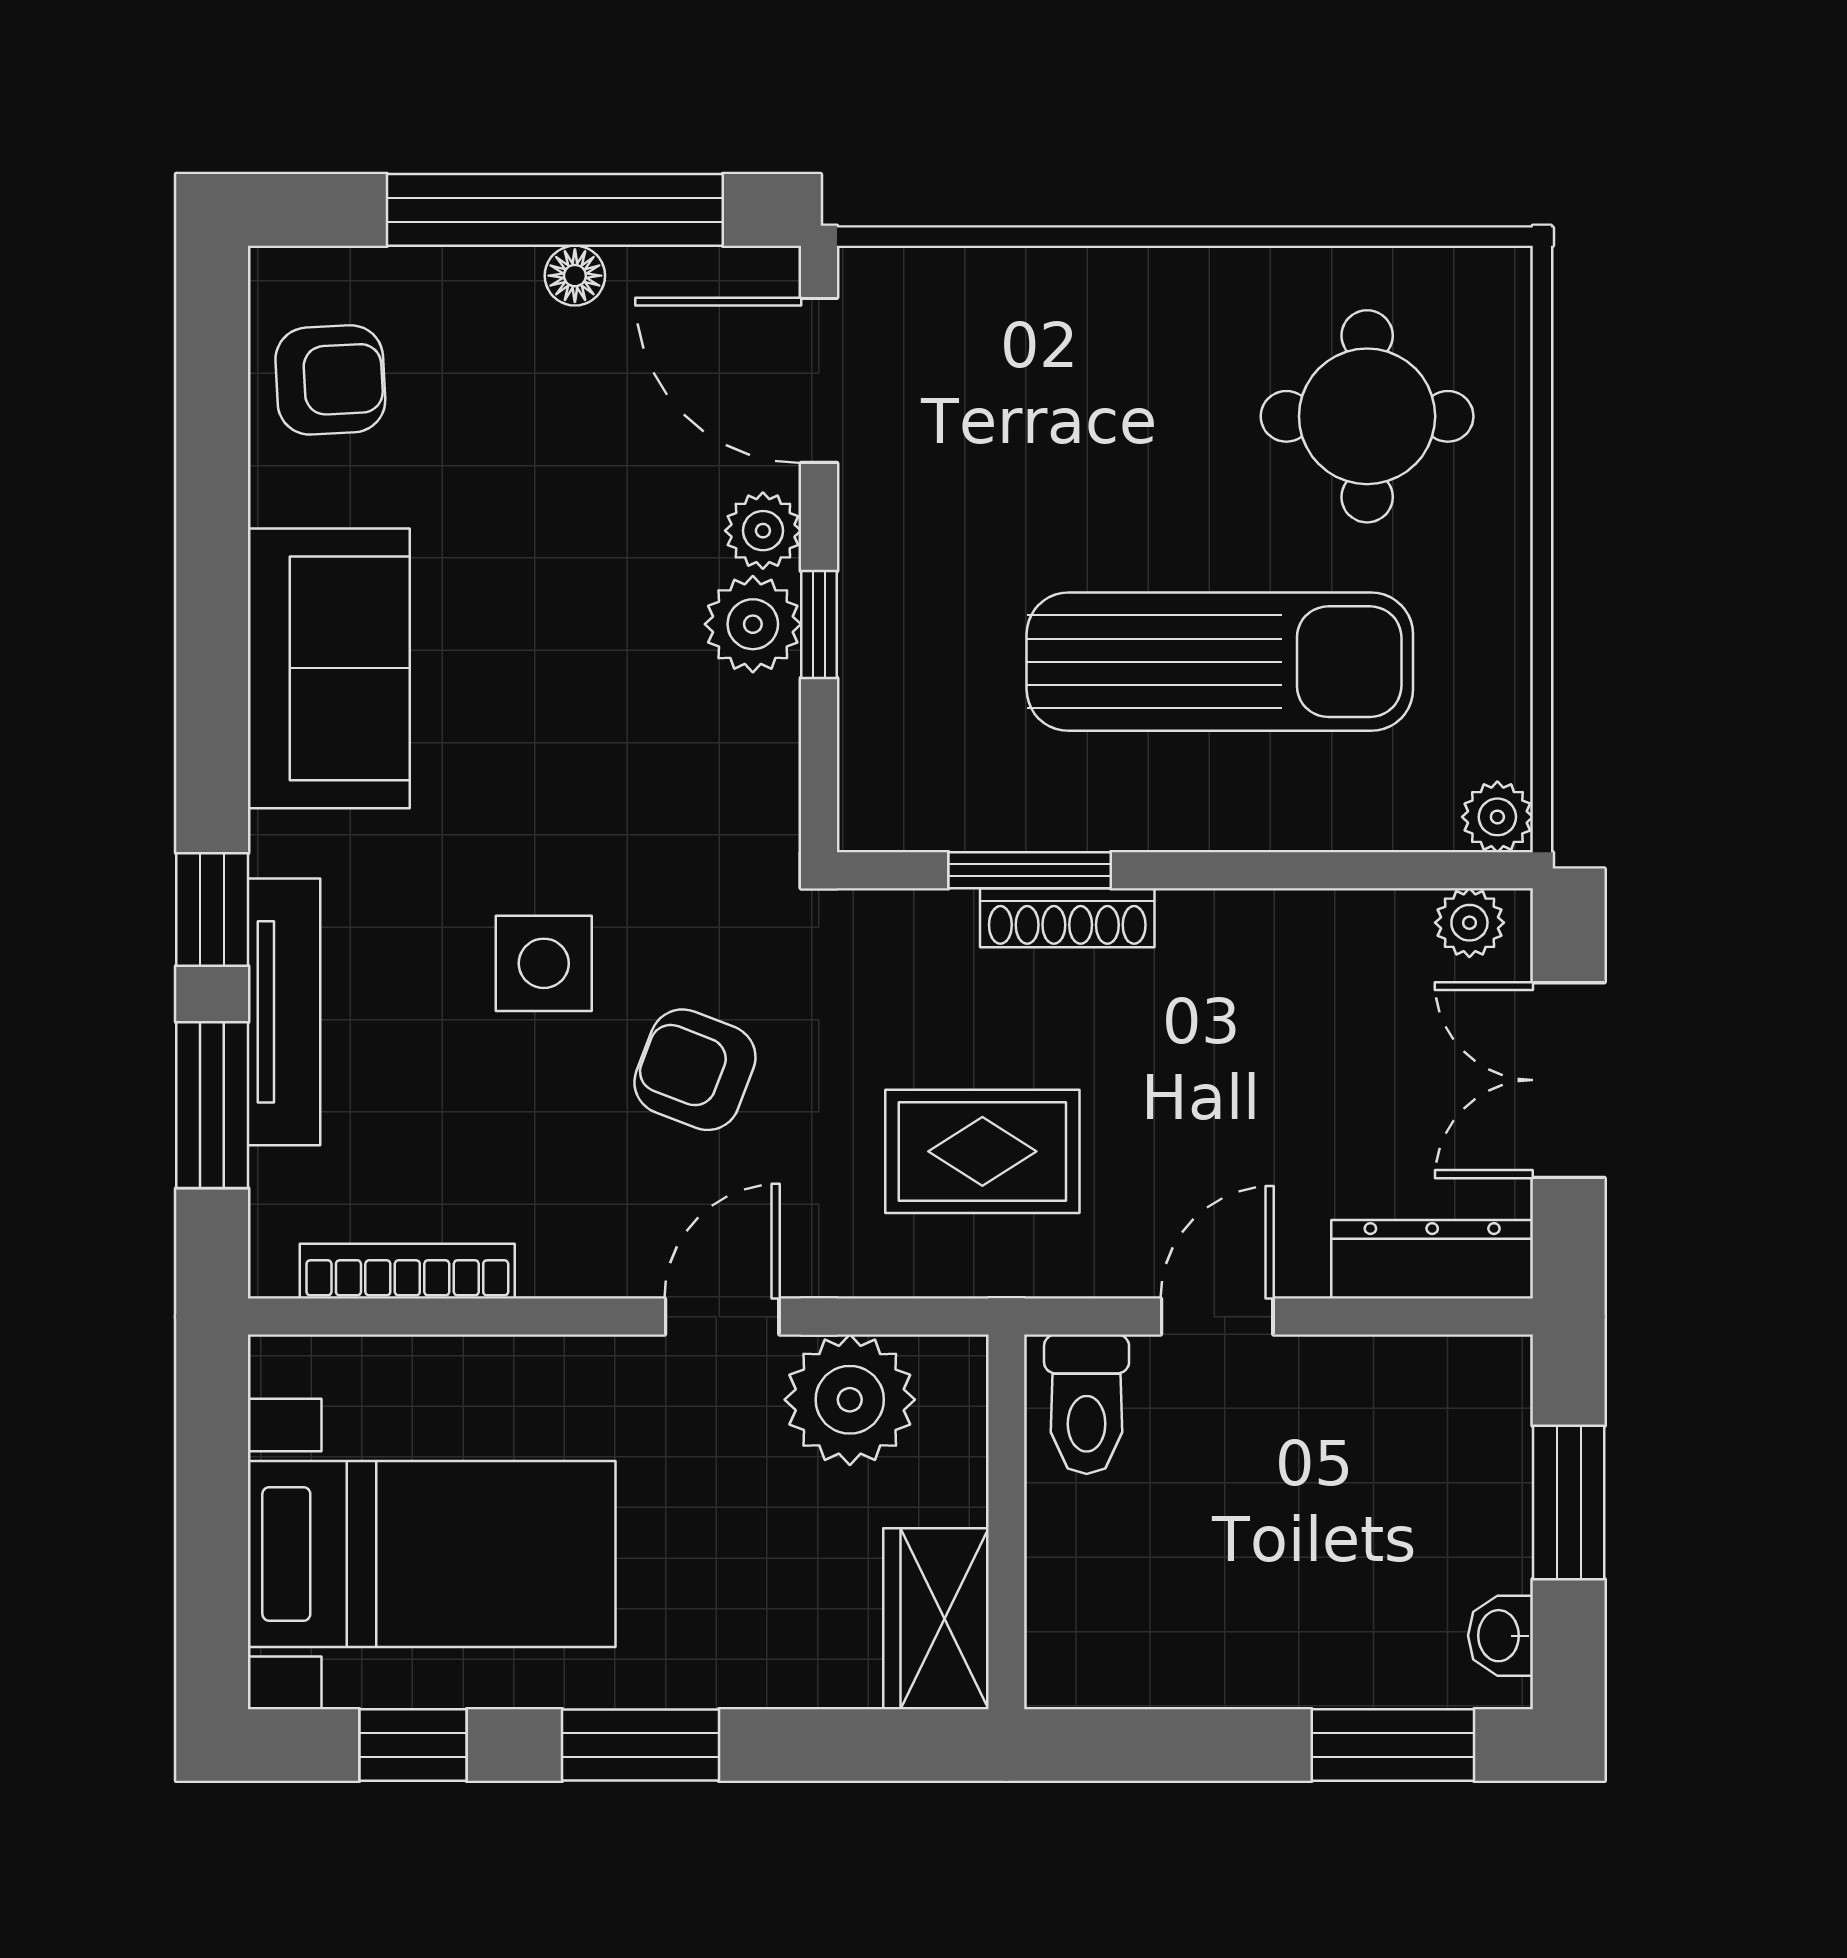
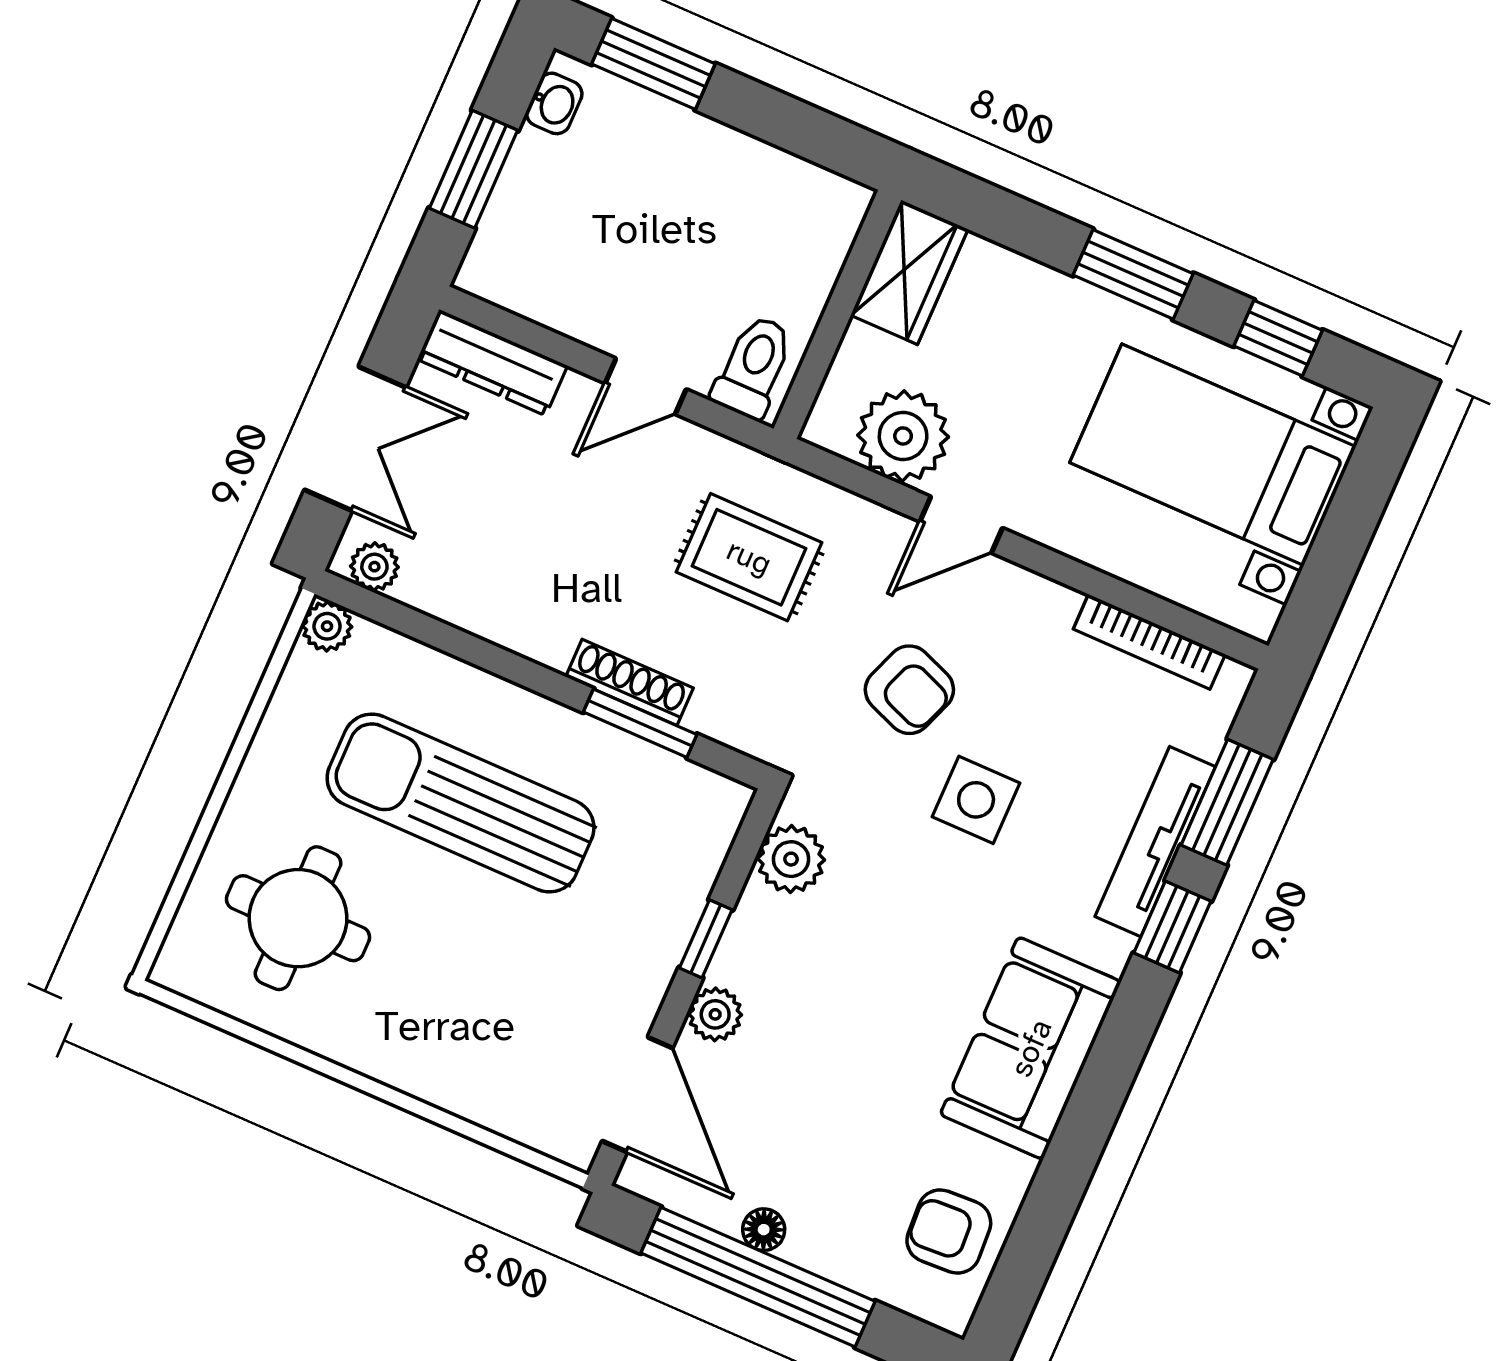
plant: (753, 624) -> (791, 859), moved

